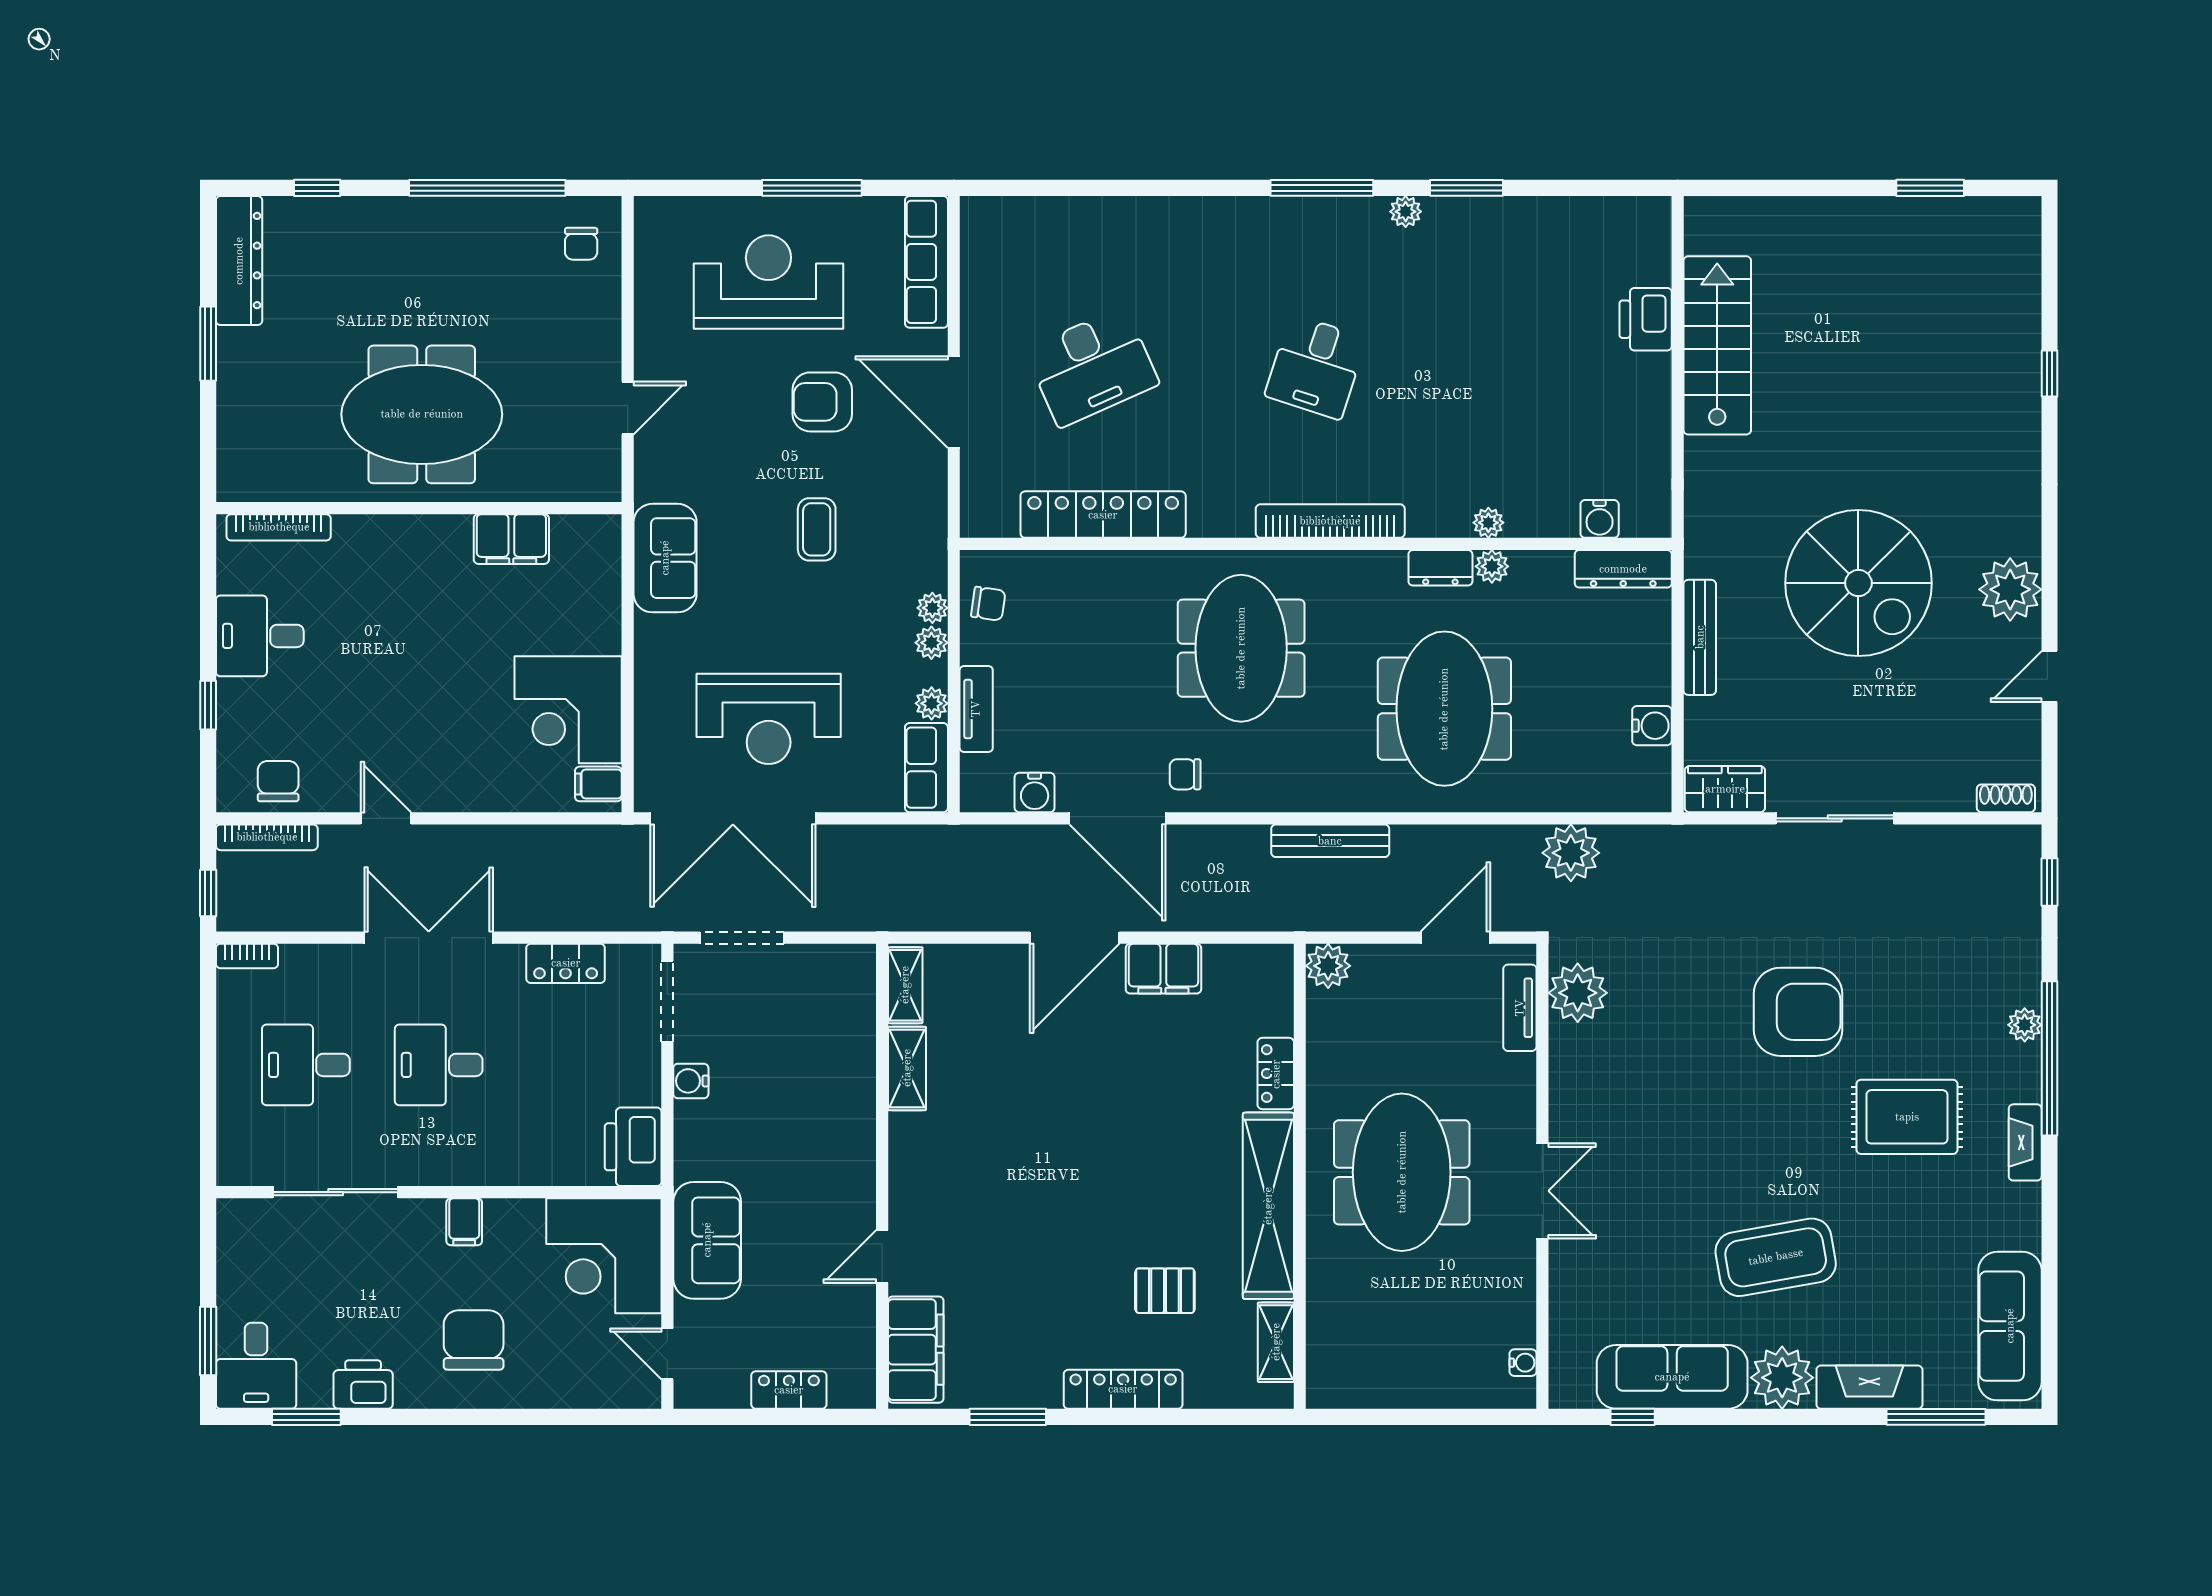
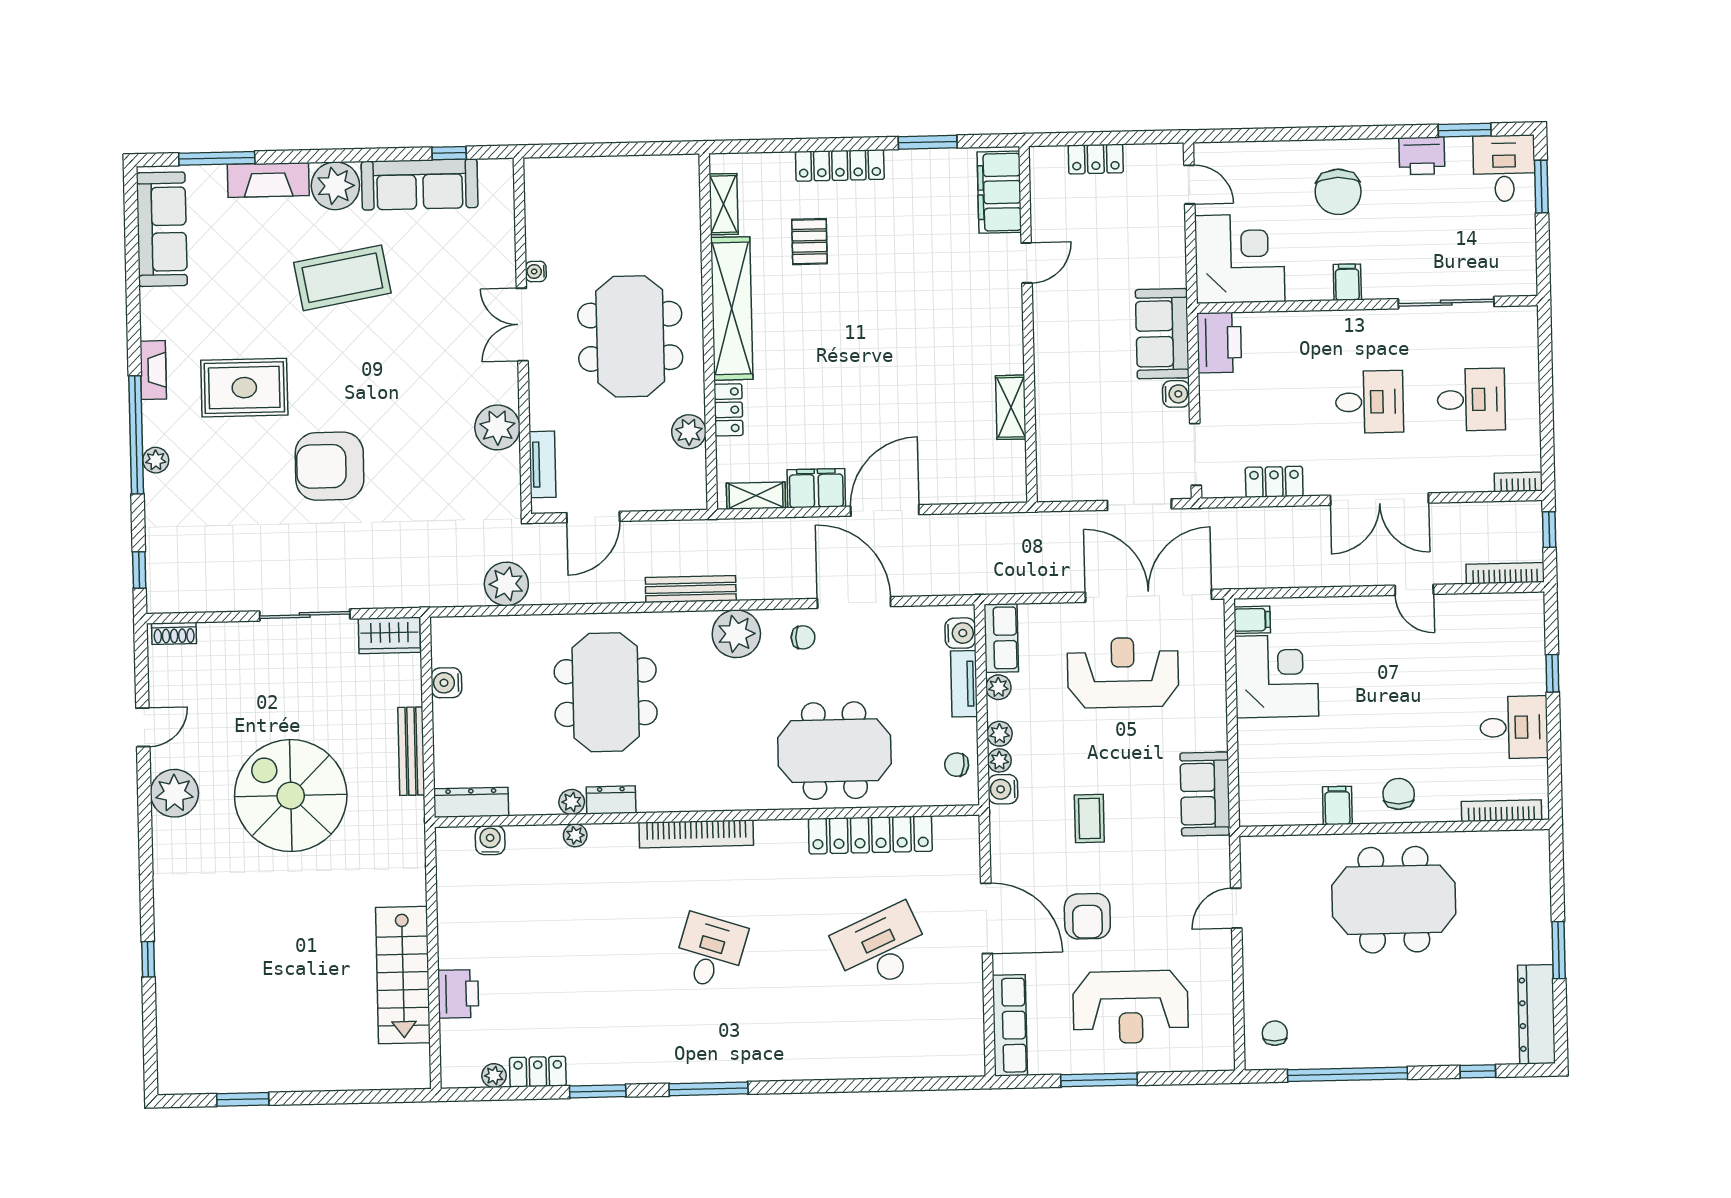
plant: (1406, 212) -> (494, 1076), moved
locker: (1544, 215) -> (538, 1072), added
armchair: (822, 402) -> (1087, 916), turned 90
filing cabinet: (511, 539) -> (1337, 806), width x0.50
water cooler: (929, 570) -> (1003, 789), added
meeting table: (1241, 648) -> (834, 751), moved, turned 90
chair: (278, 781) -> (1399, 794), moved, turned 180
plant: (1272, 781) -> (736, 634), added
water cooler: (1035, 792) -> (960, 633), moved, turned 90
plant: (1328, 966) -> (689, 432), moved
shelving: (905, 985) -> (756, 496), moved, turned 90
plant: (1578, 993) -> (497, 427), moved
sofa: (707, 1240) -> (1162, 334), moved
pallet: (1165, 1291) -> (809, 242), turned 90
water cooler: (1523, 1363) -> (536, 271), moved

